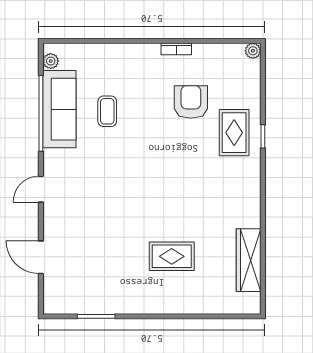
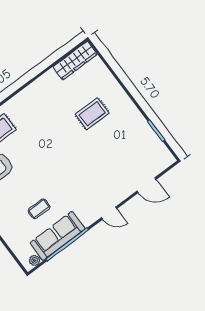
rug: (172, 256) -> (92, 114), turned 90
door: (41, 257) -> (146, 185), hinge flipped
wardrobe: (249, 260) -> (75, 61), moved

